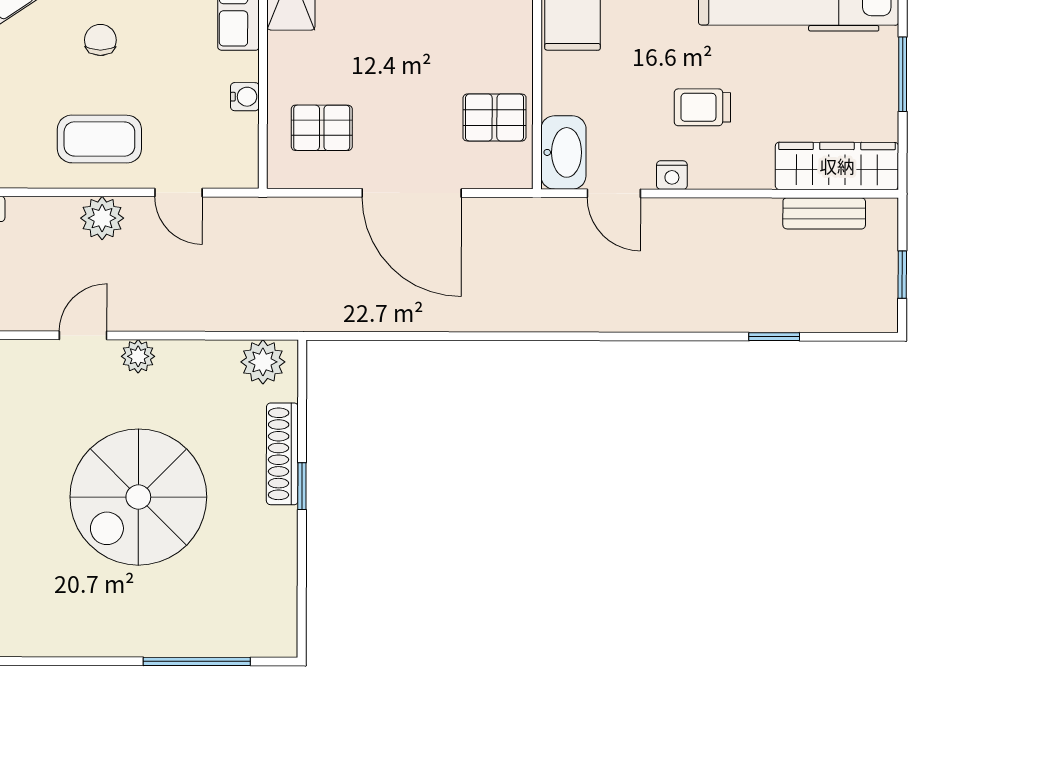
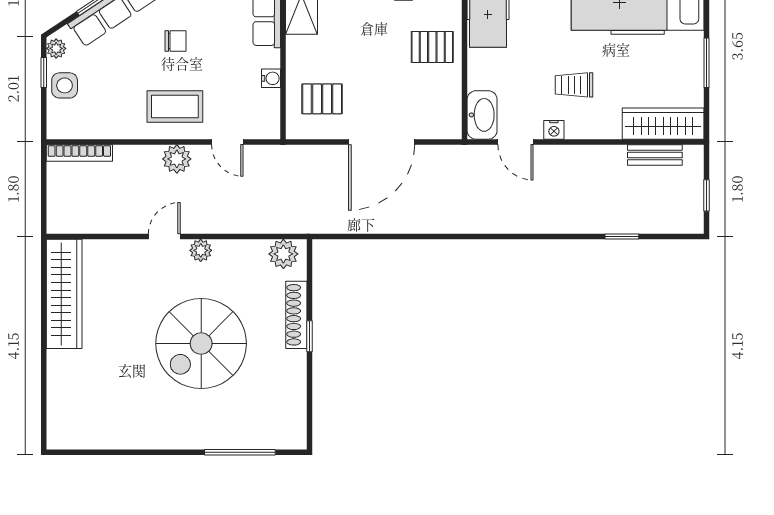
chair: (100, 40) -> (175, 41), turned 90
pallet: (495, 118) -> (432, 47), moved
door: (412, 193) -> (382, 142), hinge flipped

